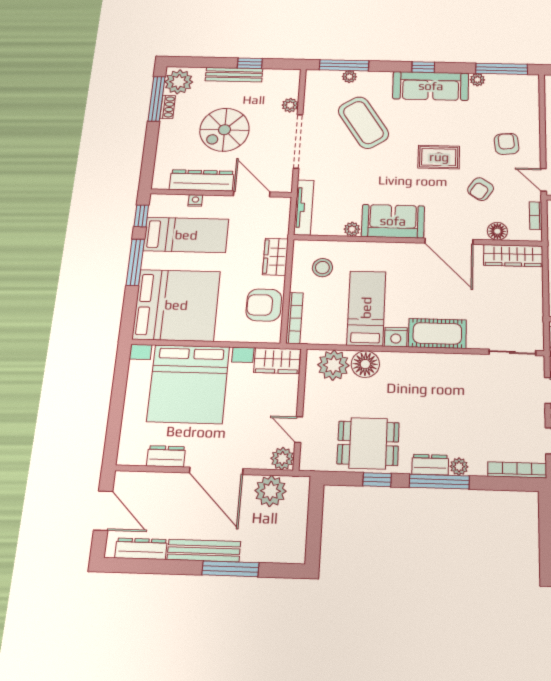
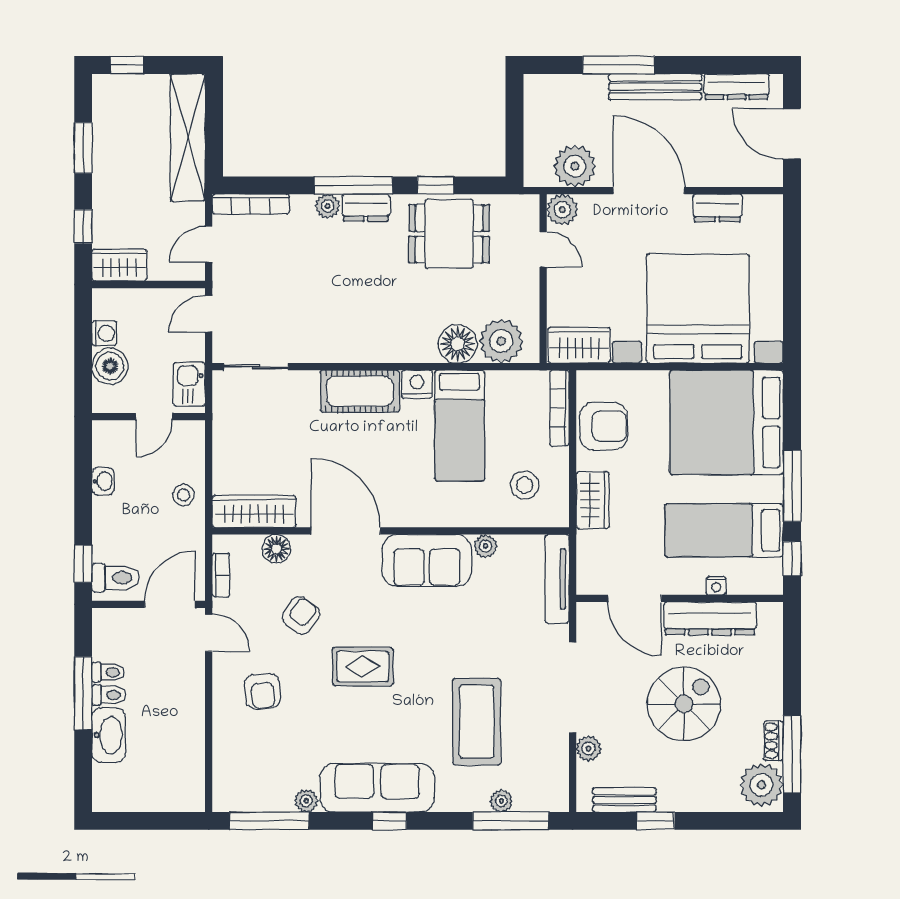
bench: (234, 75) -> (624, 800), moved, width x0.73
coffee table: (363, 123) -> (477, 722), turned 33

